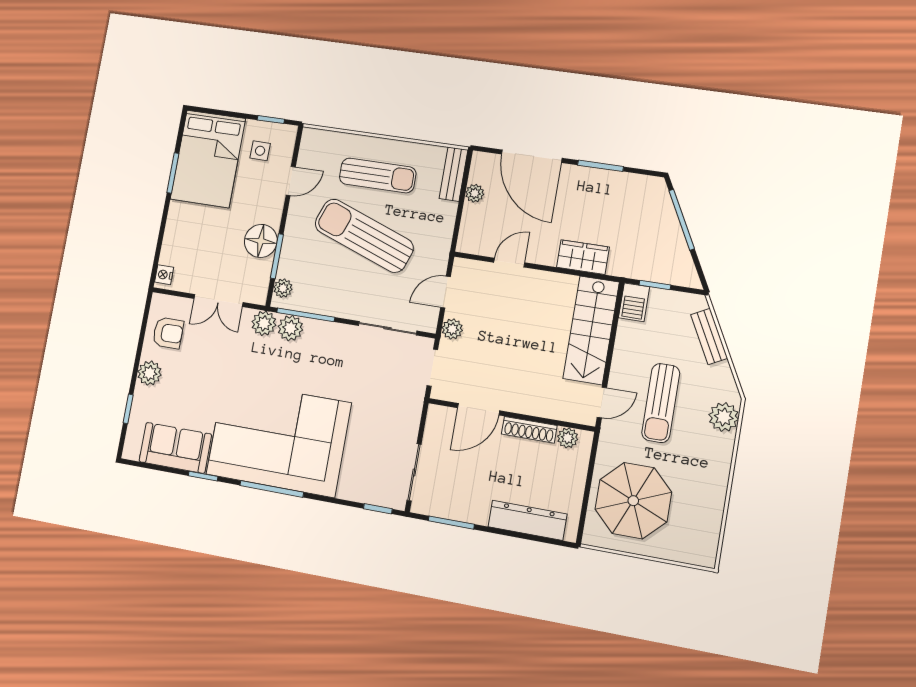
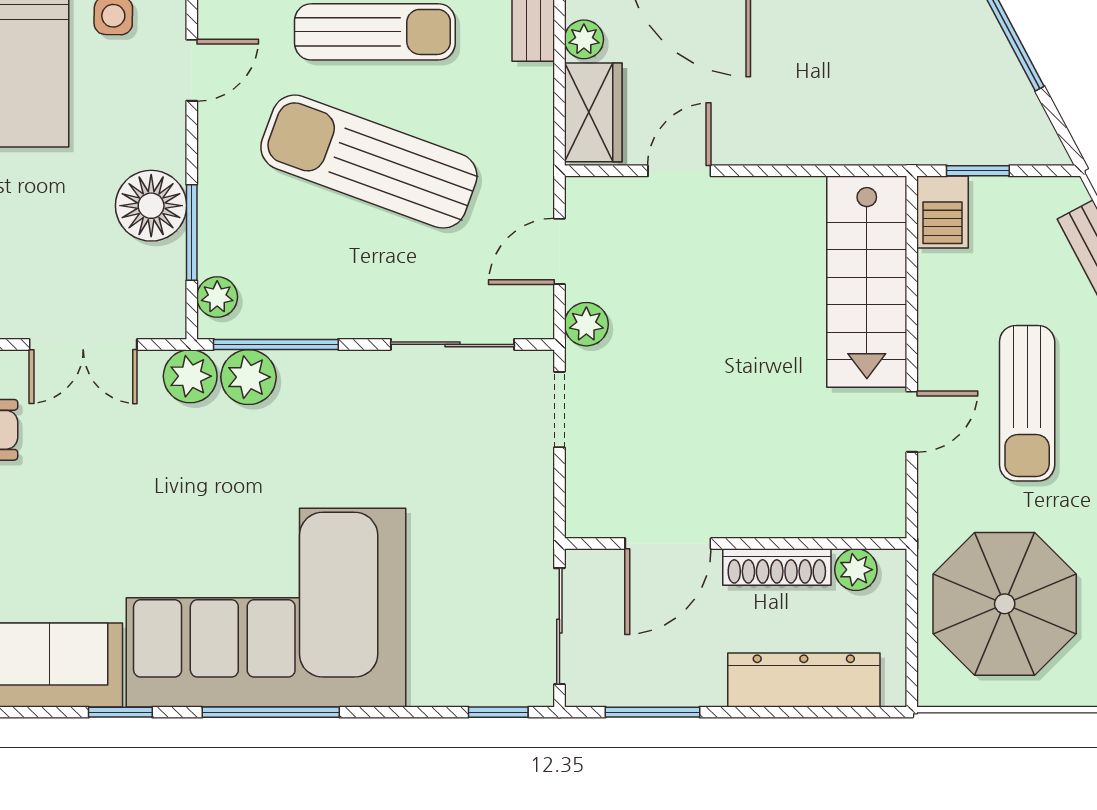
wardrobe: (583, 257) -> (593, 112), moved, turned 90
door: (478, 409) -> (668, 544), moved
wall: (511, 415) -> (736, 544), moved
shoe rack: (529, 430) -> (777, 567), moved
plant: (568, 438) -> (856, 570), moved

